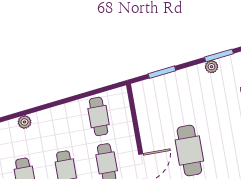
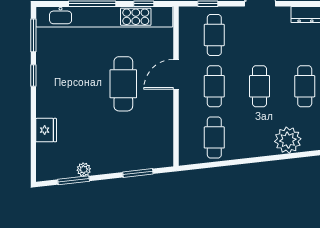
plant: (25, 122) -> (288, 140), width x1.87, depth x1.87

